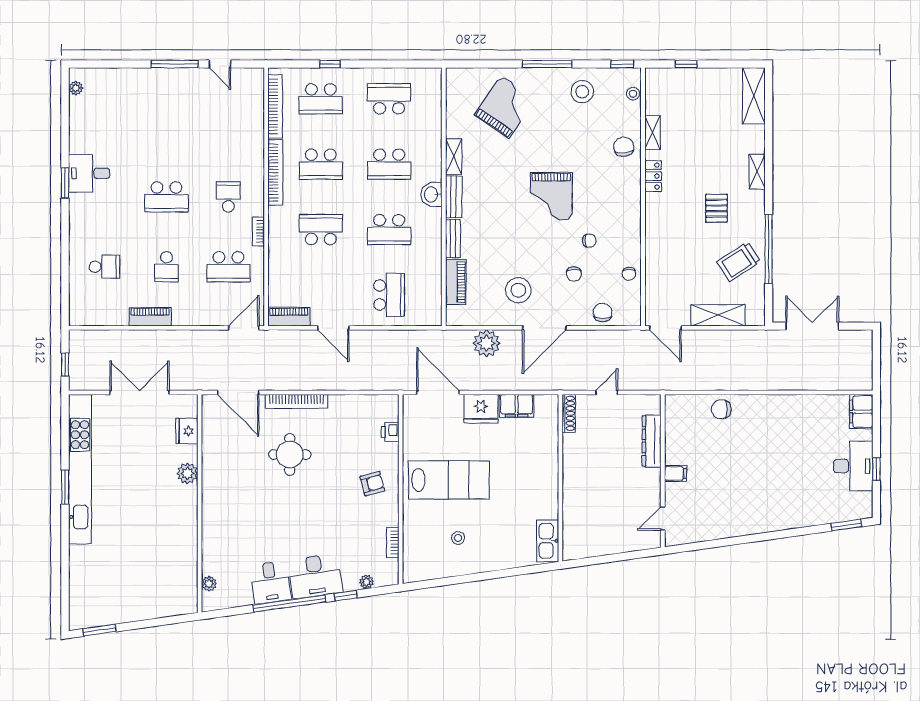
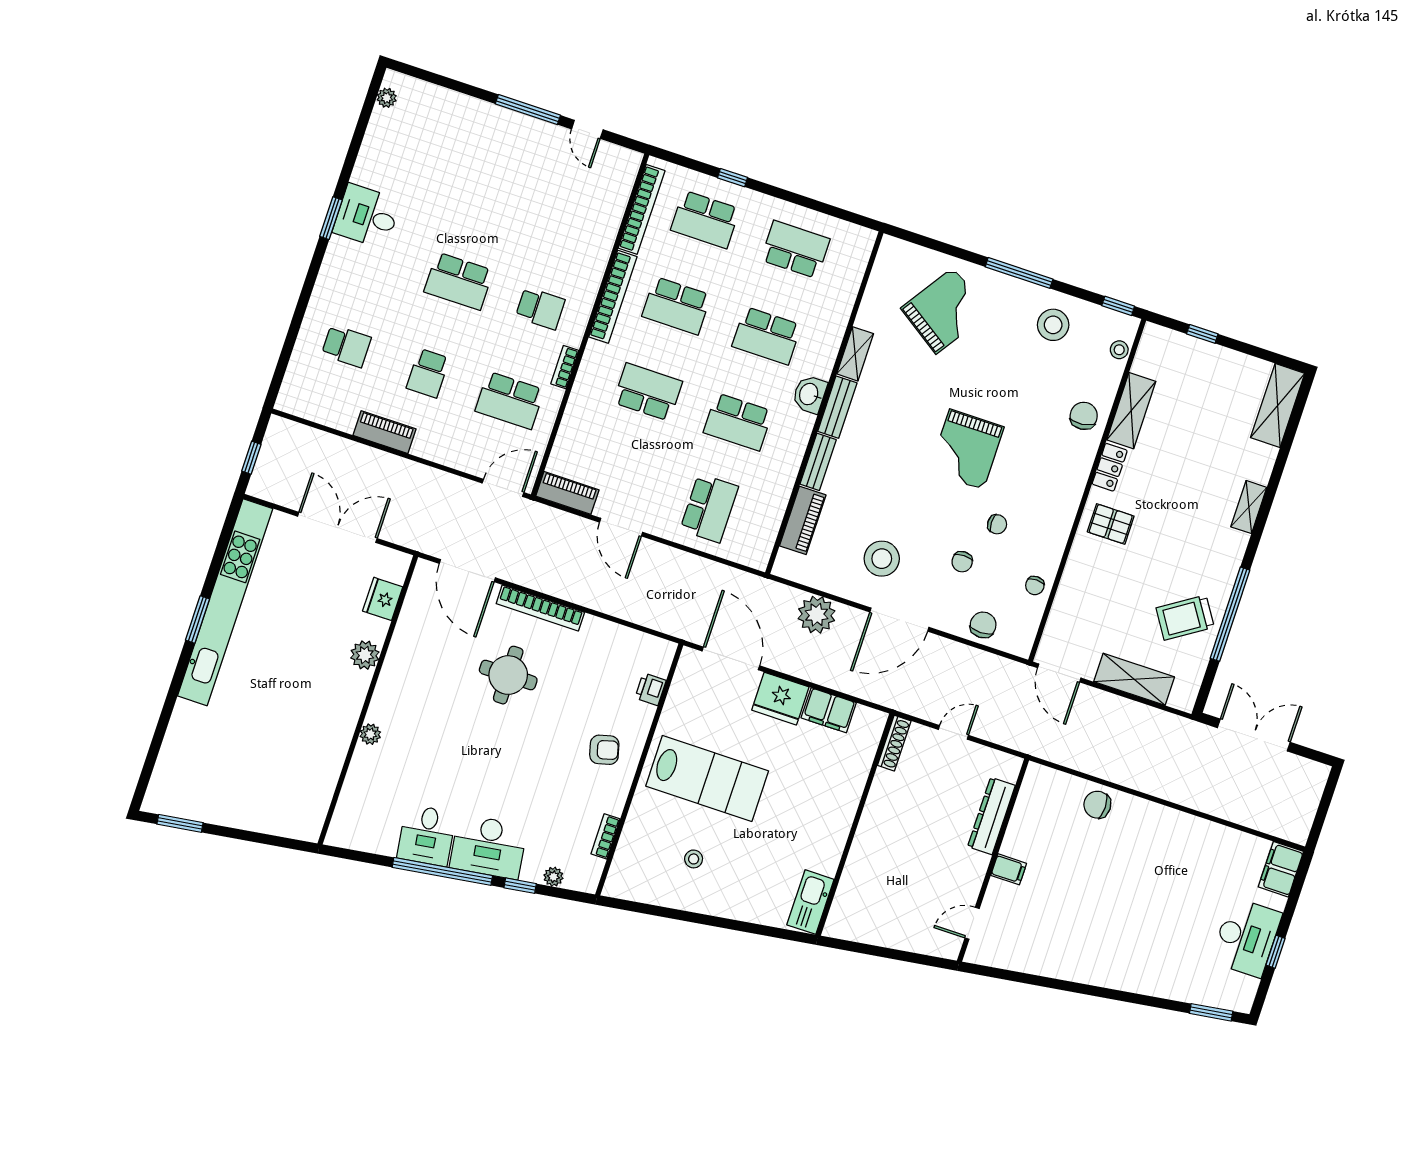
shelving: (652, 133) -> (1131, 411), width x1.50, depth x1.33
school desk: (228, 197) -> (540, 308), turned 90
pallet: (717, 208) -> (1111, 524), moved, turned 90
plant: (209, 584) -> (370, 734), moved

